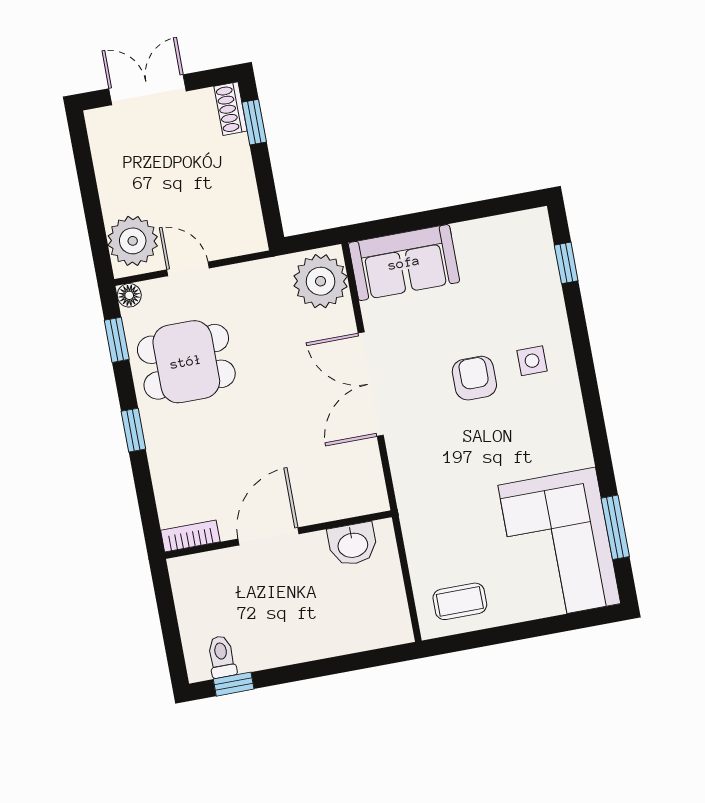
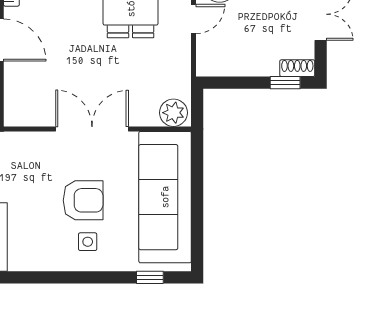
sofa: (404, 263) -> (165, 197), width x1.85, depth x1.27
plant: (321, 281) -> (173, 113), width x0.73, depth x0.73
armchair: (474, 378) -> (83, 200), width x1.38, depth x1.38

